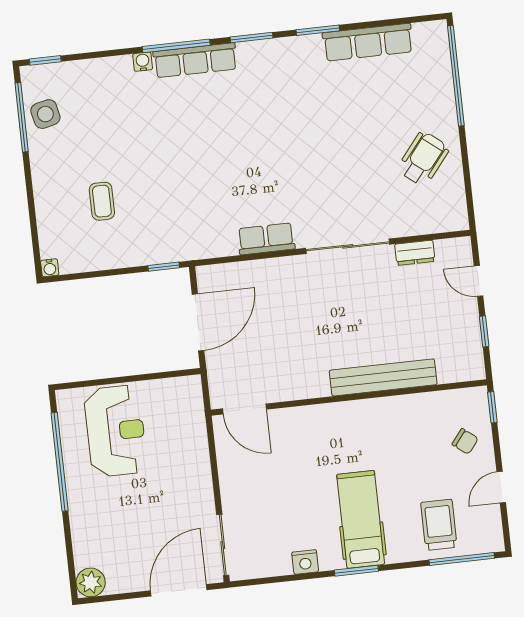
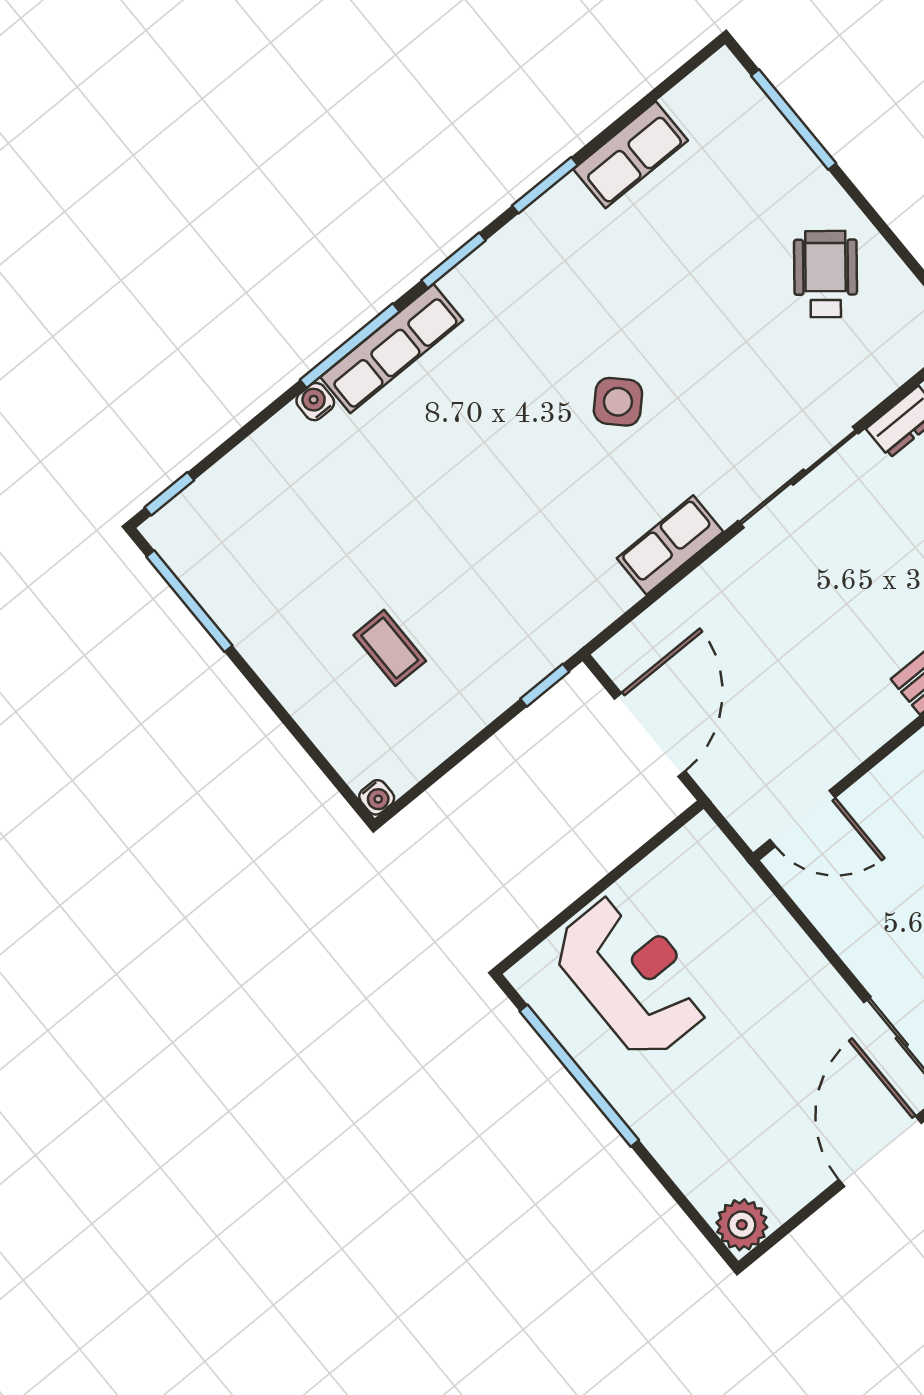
row of seats: (368, 42) -> (631, 155), width x0.68
window: (456, 76) -> (794, 119), width x0.68
side table: (45, 114) -> (618, 402), moved, turned -32

